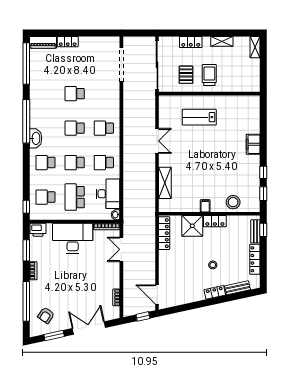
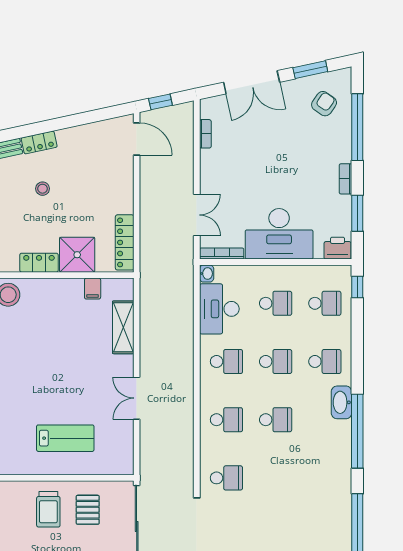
school desk: (75, 94) -> (226, 478), moved
school desk: (75, 197) -> (276, 303), width x0.54
filing cabinet: (205, 206) -> (93, 289), moved

